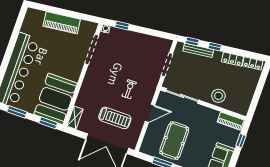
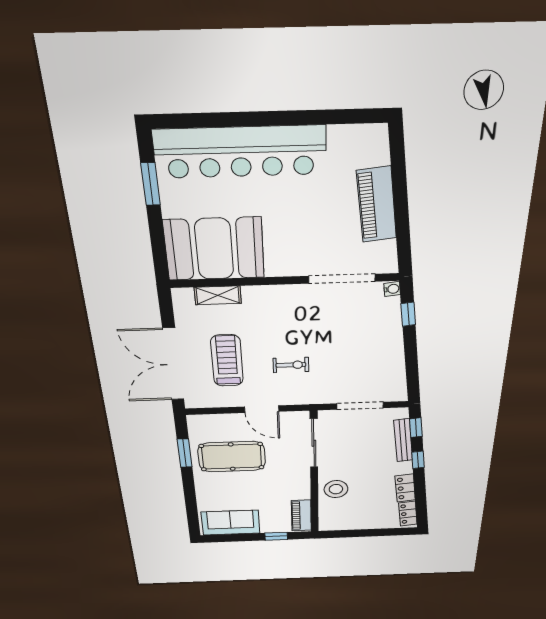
shelving: (75, 118) -> (218, 295), moved
treadmill: (115, 118) -> (227, 361), turned 180
window: (48, 123) -> (159, 253), removed

